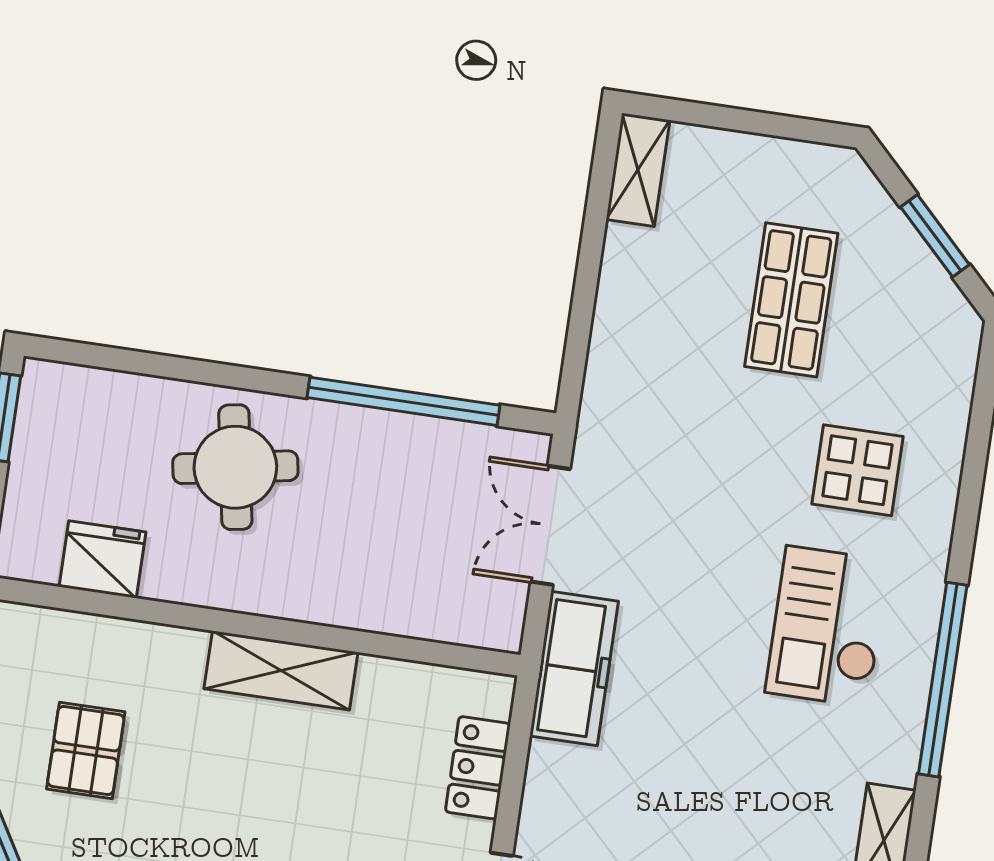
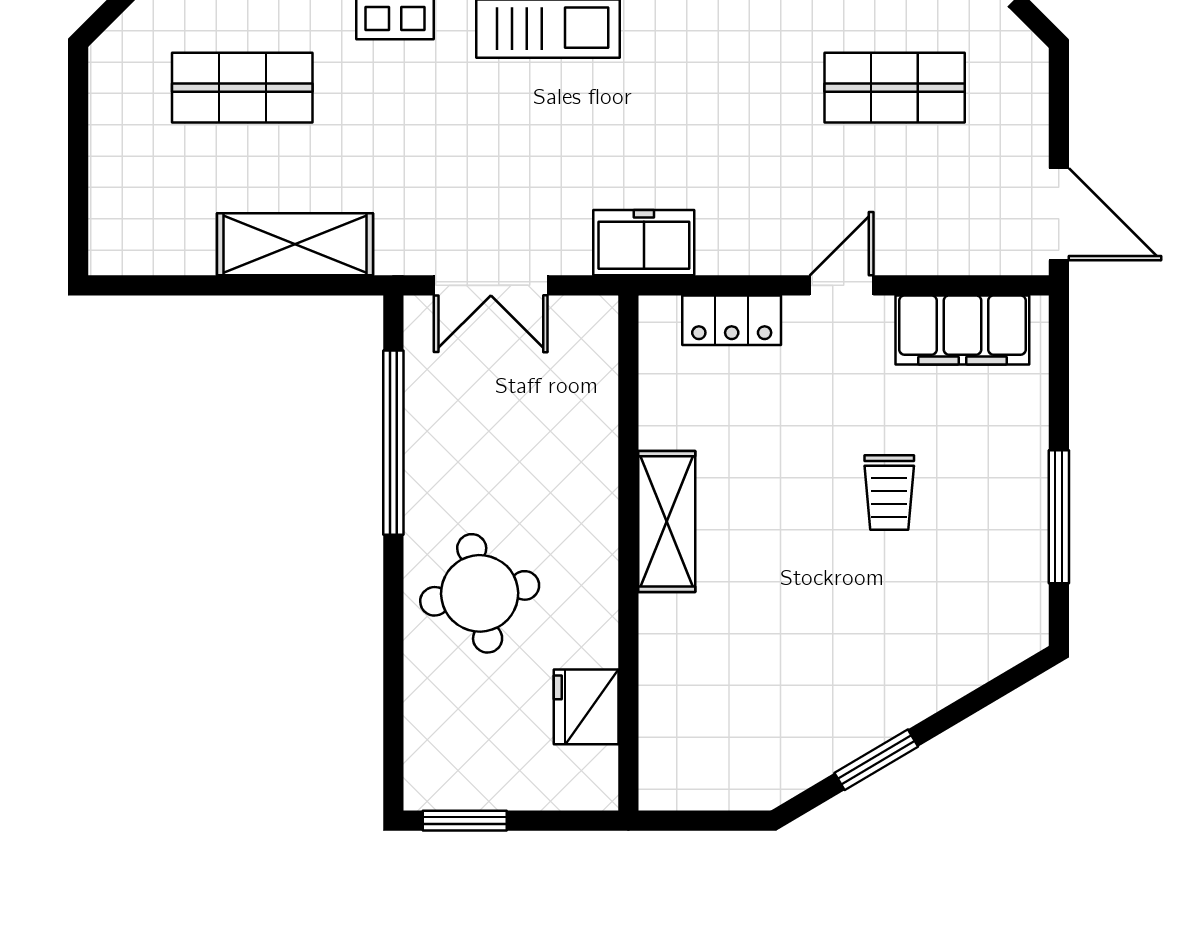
shelving: (638, 170) -> (295, 244), moved, width x1.50, depth x1.33
freezer: (574, 669) -> (644, 243), width x0.71
pallet: (86, 750) -> (770, 696), removed

